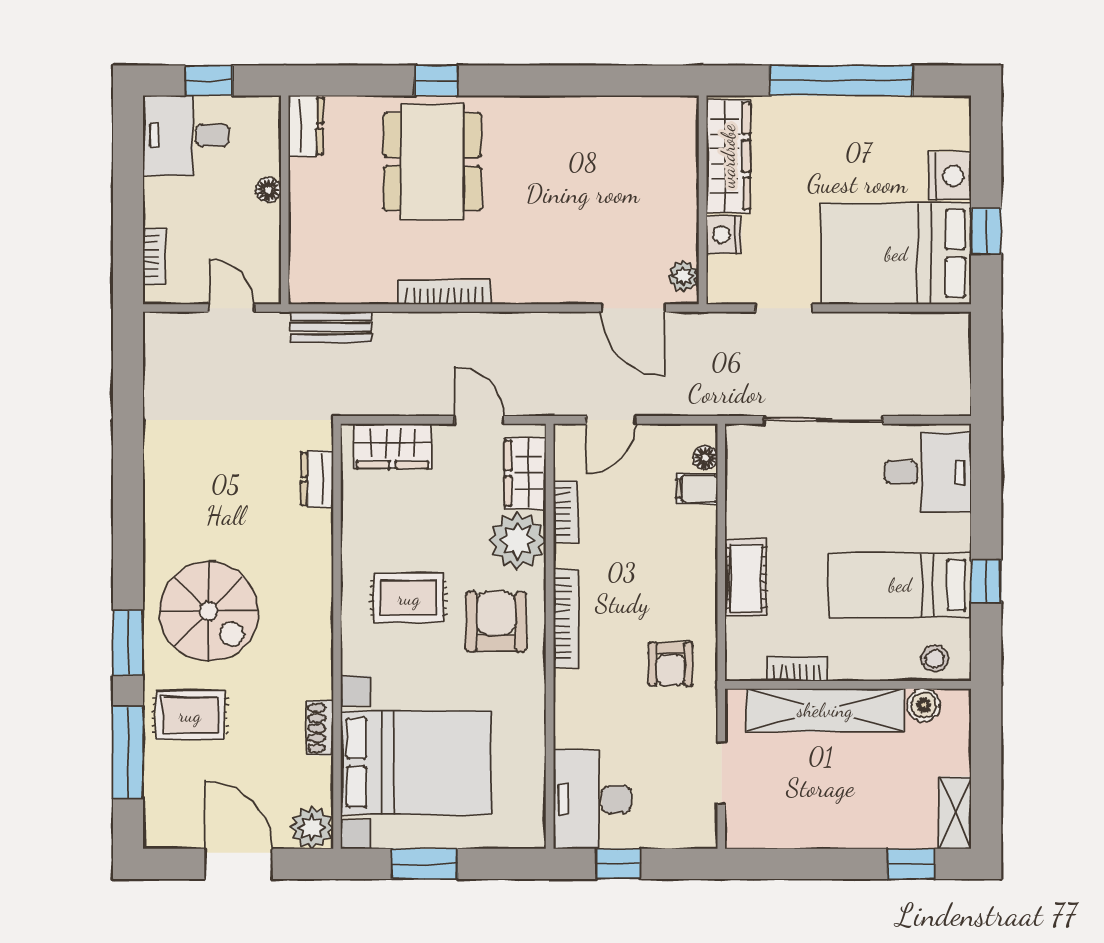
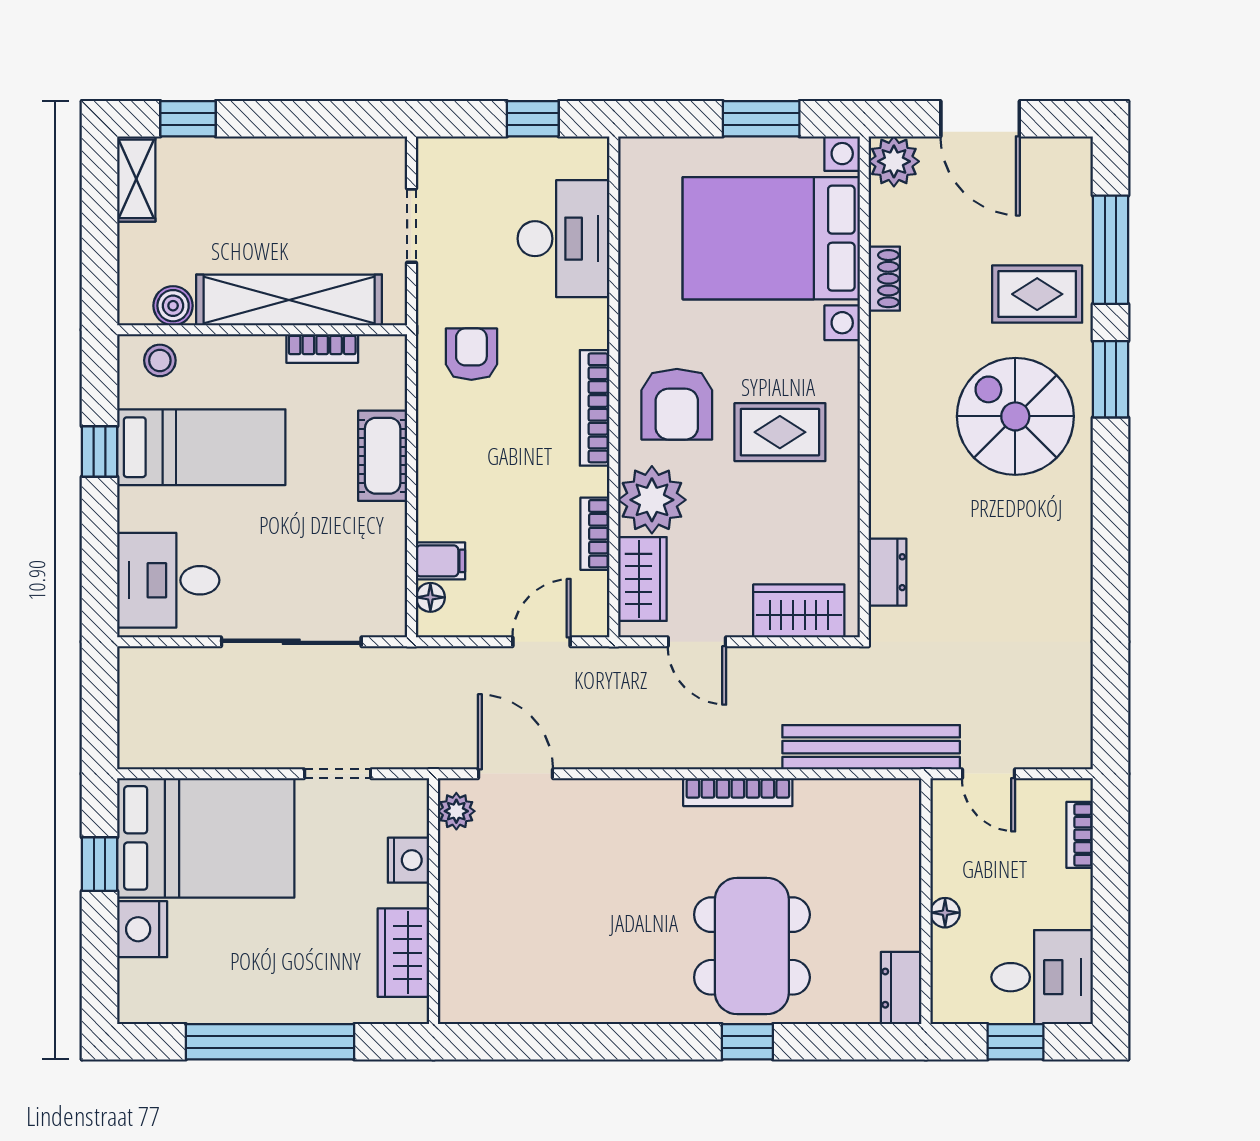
wardrobe: (728, 156) -> (403, 953), width x0.67
bench: (331, 327) -> (871, 747), width x1.86, depth x1.21
desk: (592, 799) -> (563, 239), moved

